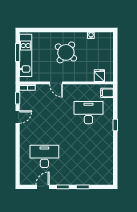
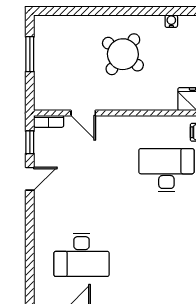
kitchen unit: (26, 55) -> (45, 60), removed
door: (56, 83) -> (83, 113), moved
desk: (44, 156) -> (82, 255), turned 180

